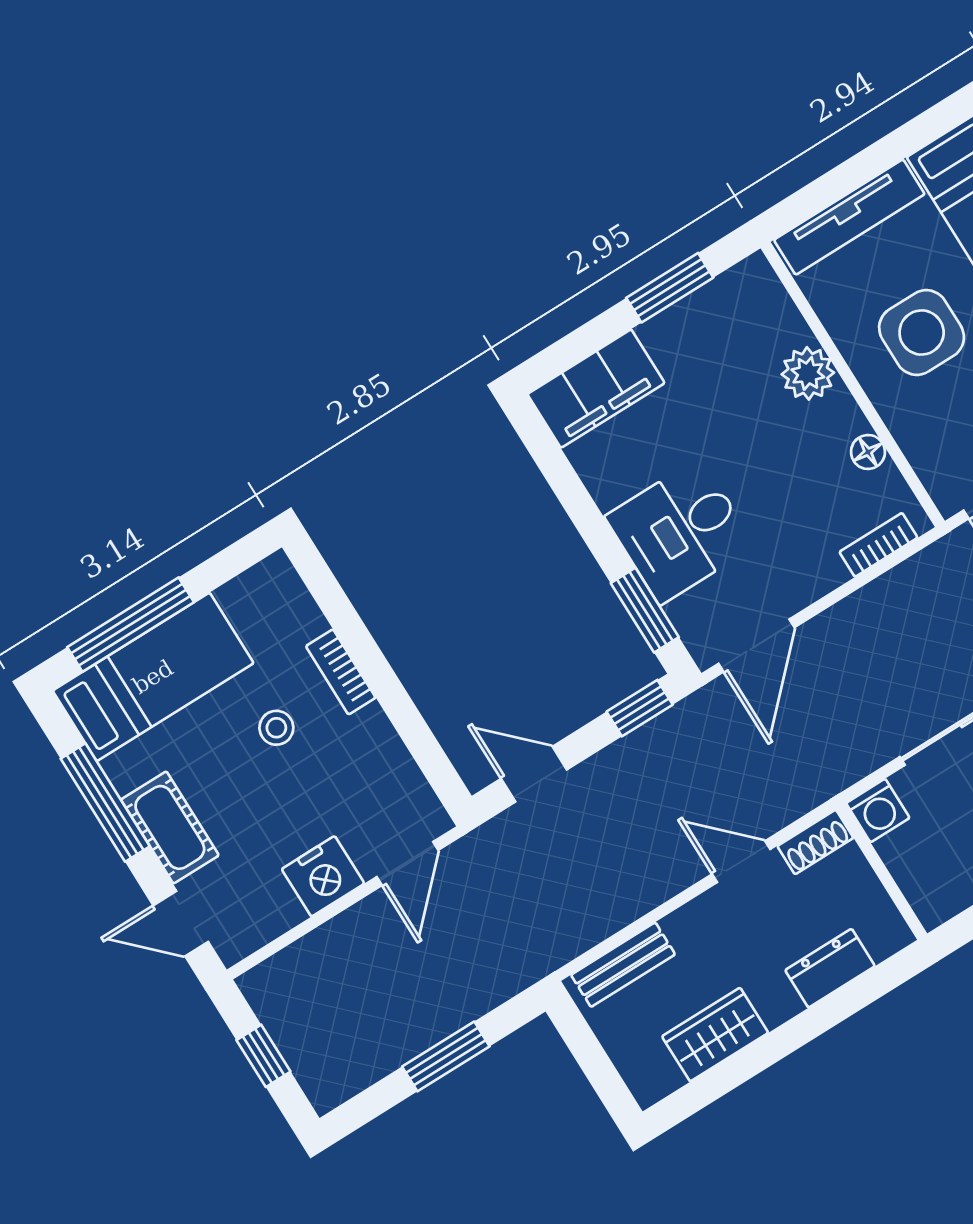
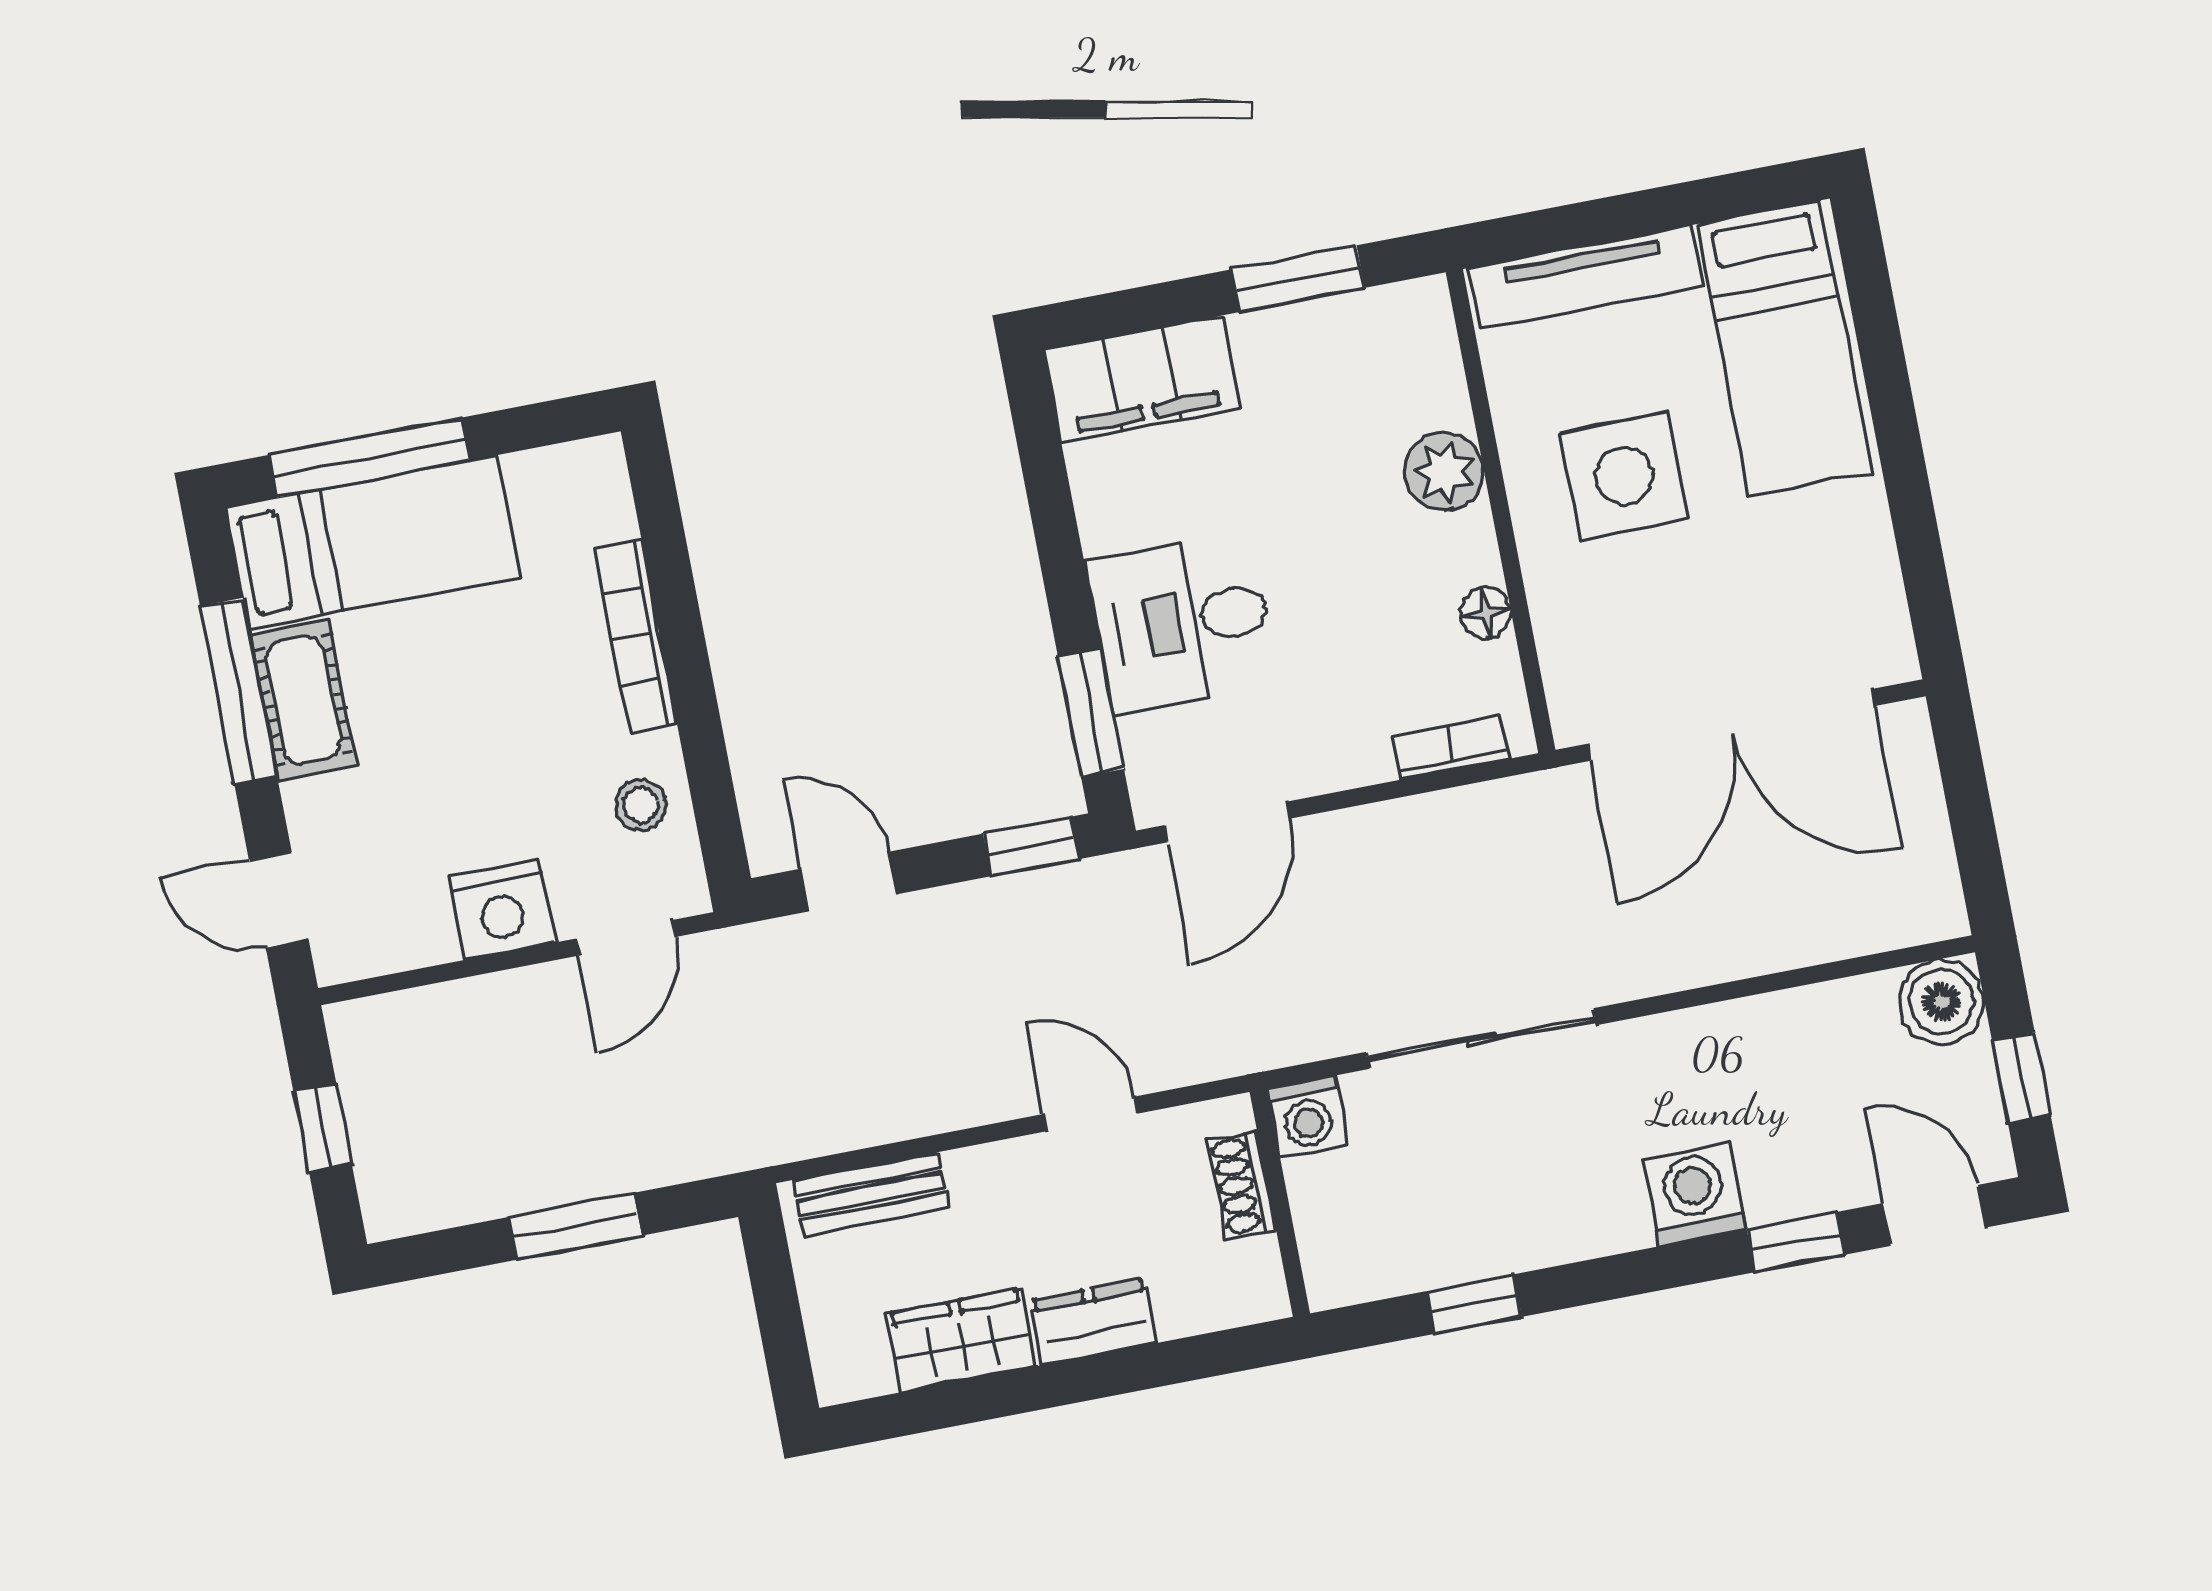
bookcase: (341, 672) -> (636, 636), width x1.56
stool: (276, 728) -> (641, 805), moved
cot: (170, 827) -> (303, 700), moved
shoe rack: (815, 842) -> (1242, 1185), moved, turned 90
dresser: (830, 968) -> (1093, 1322), moved

